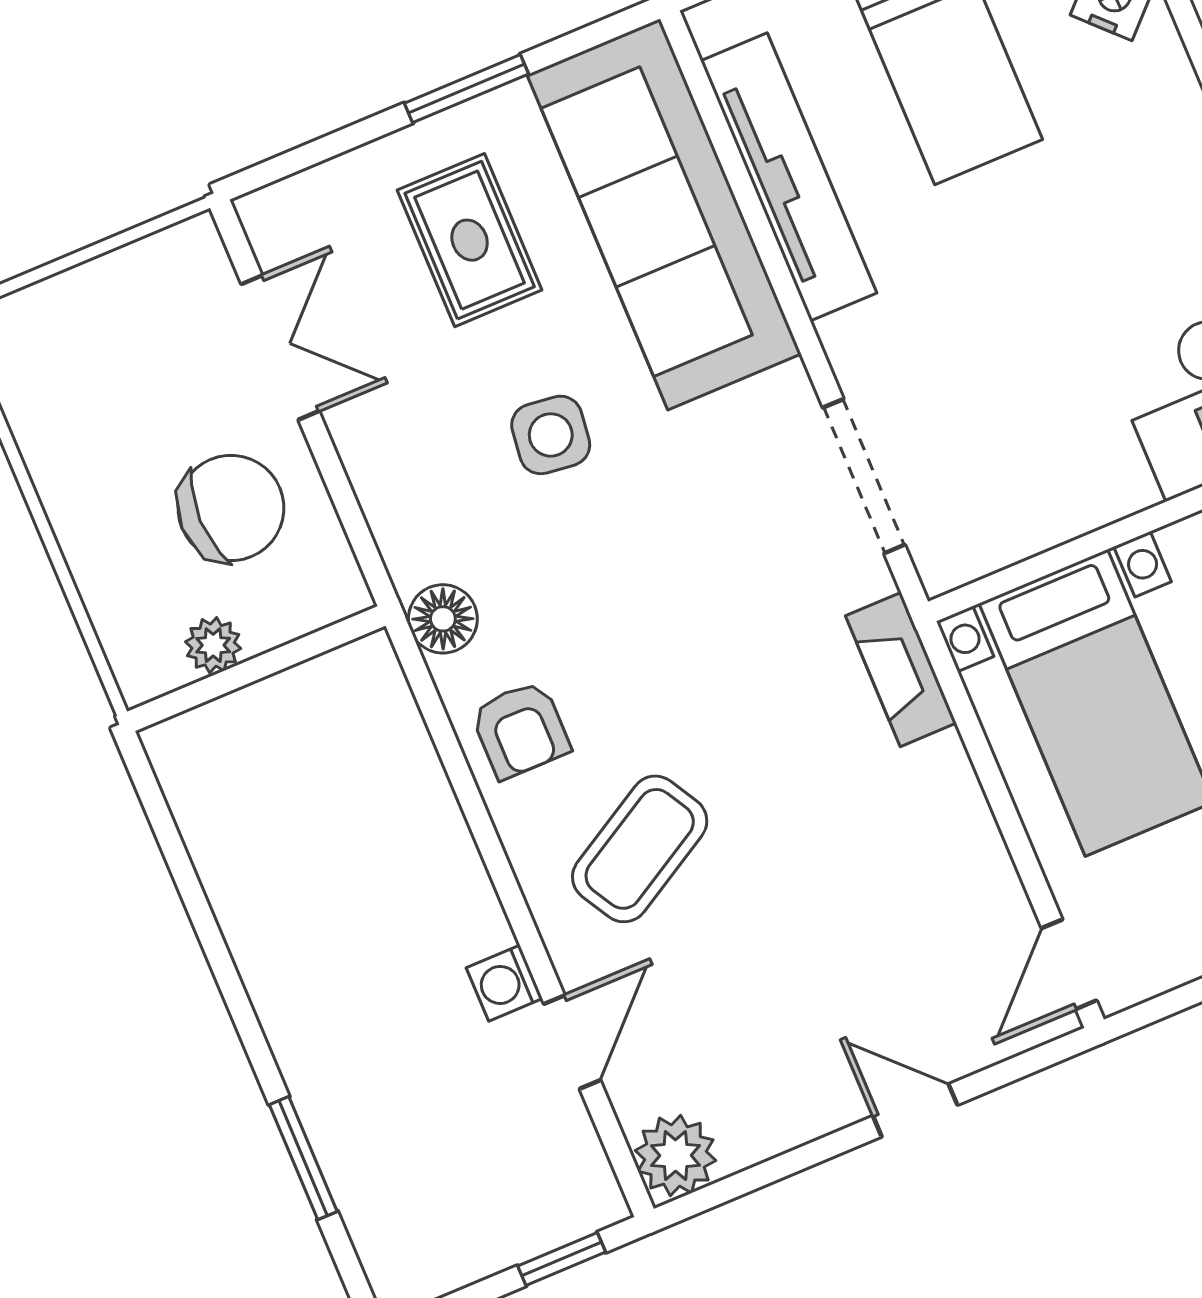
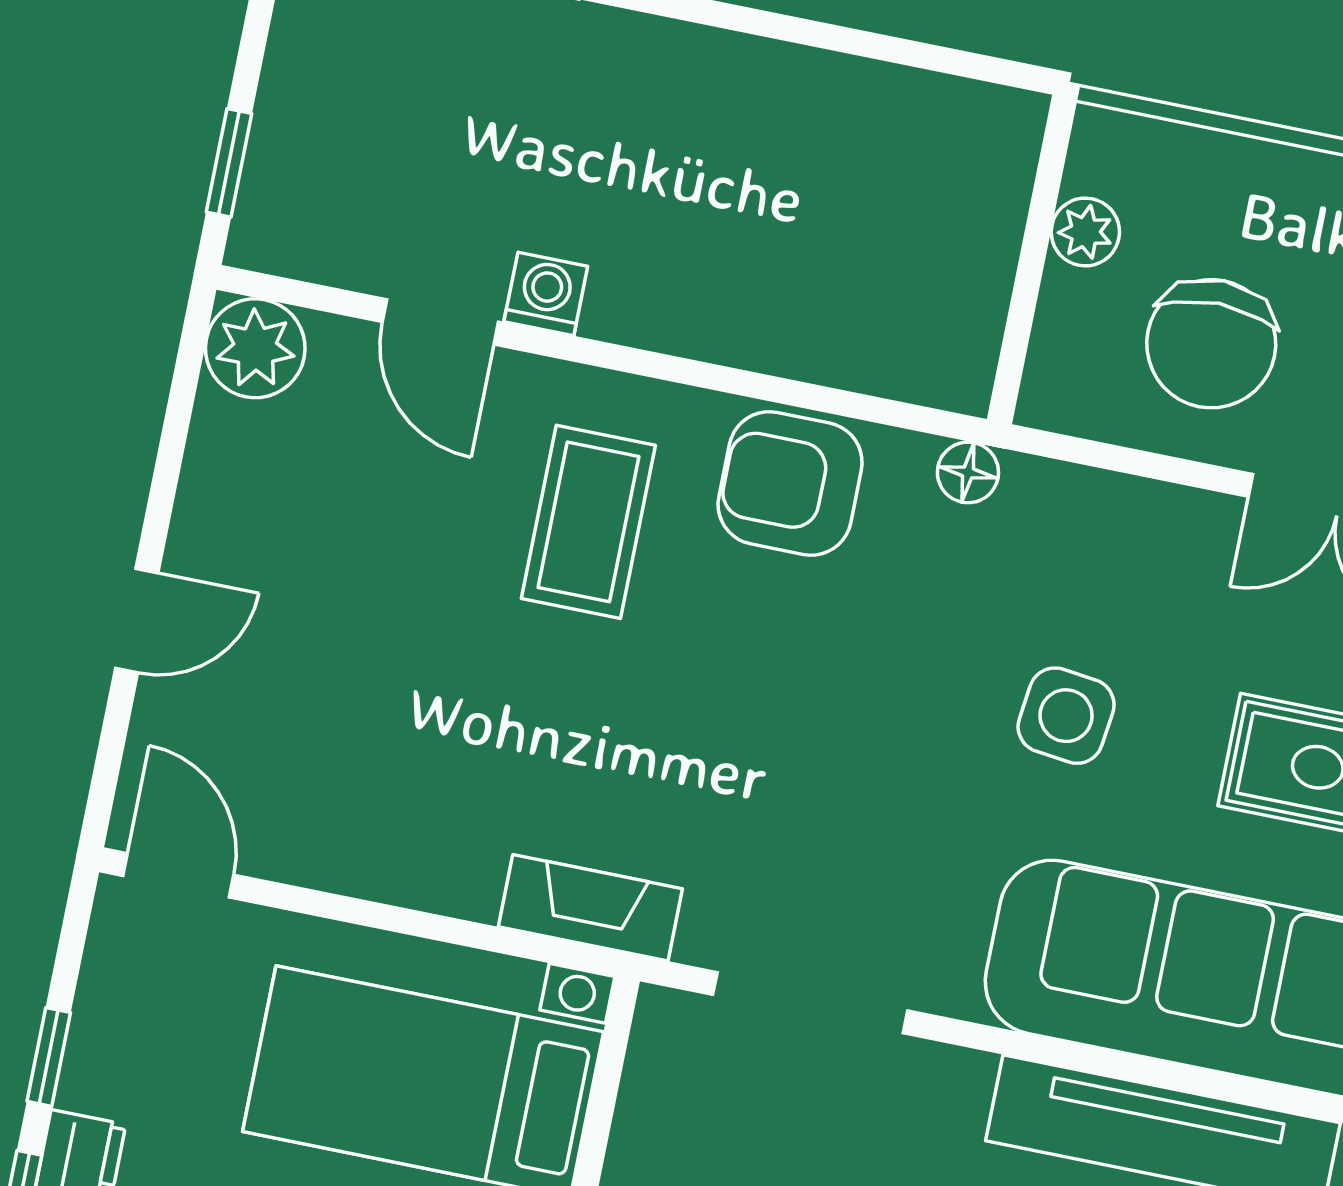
floor lamp: (443, 619) -> (968, 472), width x0.73, depth x0.73
armchair: (520, 730) -> (790, 483), width x1.38, depth x1.38
coffee table: (640, 849) -> (588, 522), turned 30

